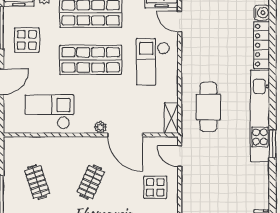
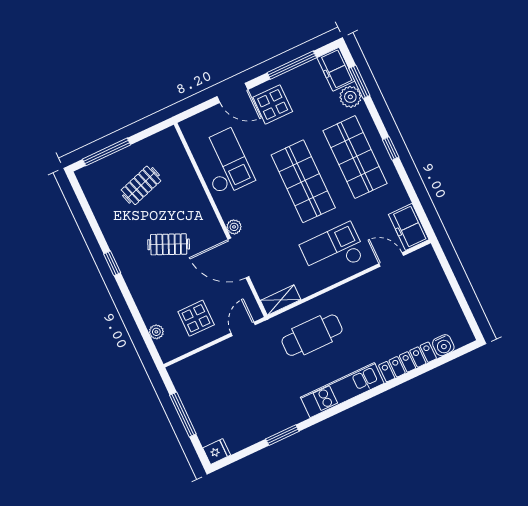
door: (180, 22) -> (391, 260), hinge flipped
display table: (27, 40) -> (273, 104), moved
kitchen unit: (260, 116) -> (342, 390), width x0.73
door: (125, 135) -> (238, 258), hinge flipped
window: (272, 144) -> (282, 435), moved

